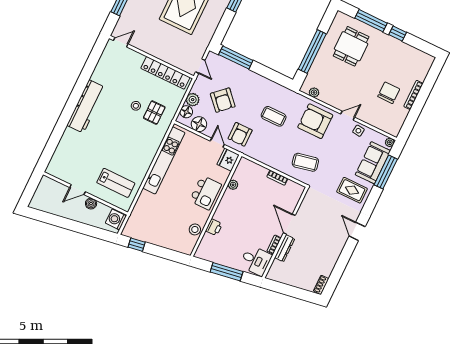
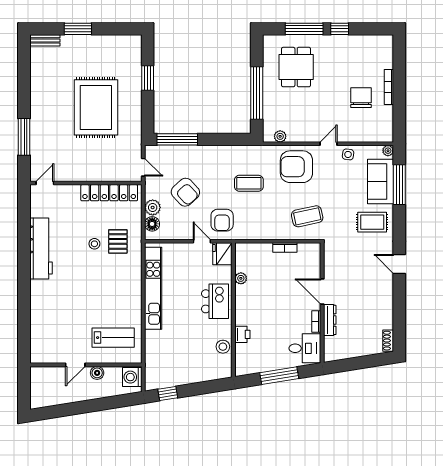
workbench: (86, 106) -> (41, 248), moved
floor lamp: (199, 124) -> (172, 231), removed

